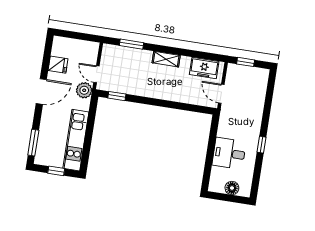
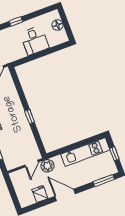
window: (117, 96) -> (30, 117), moved

